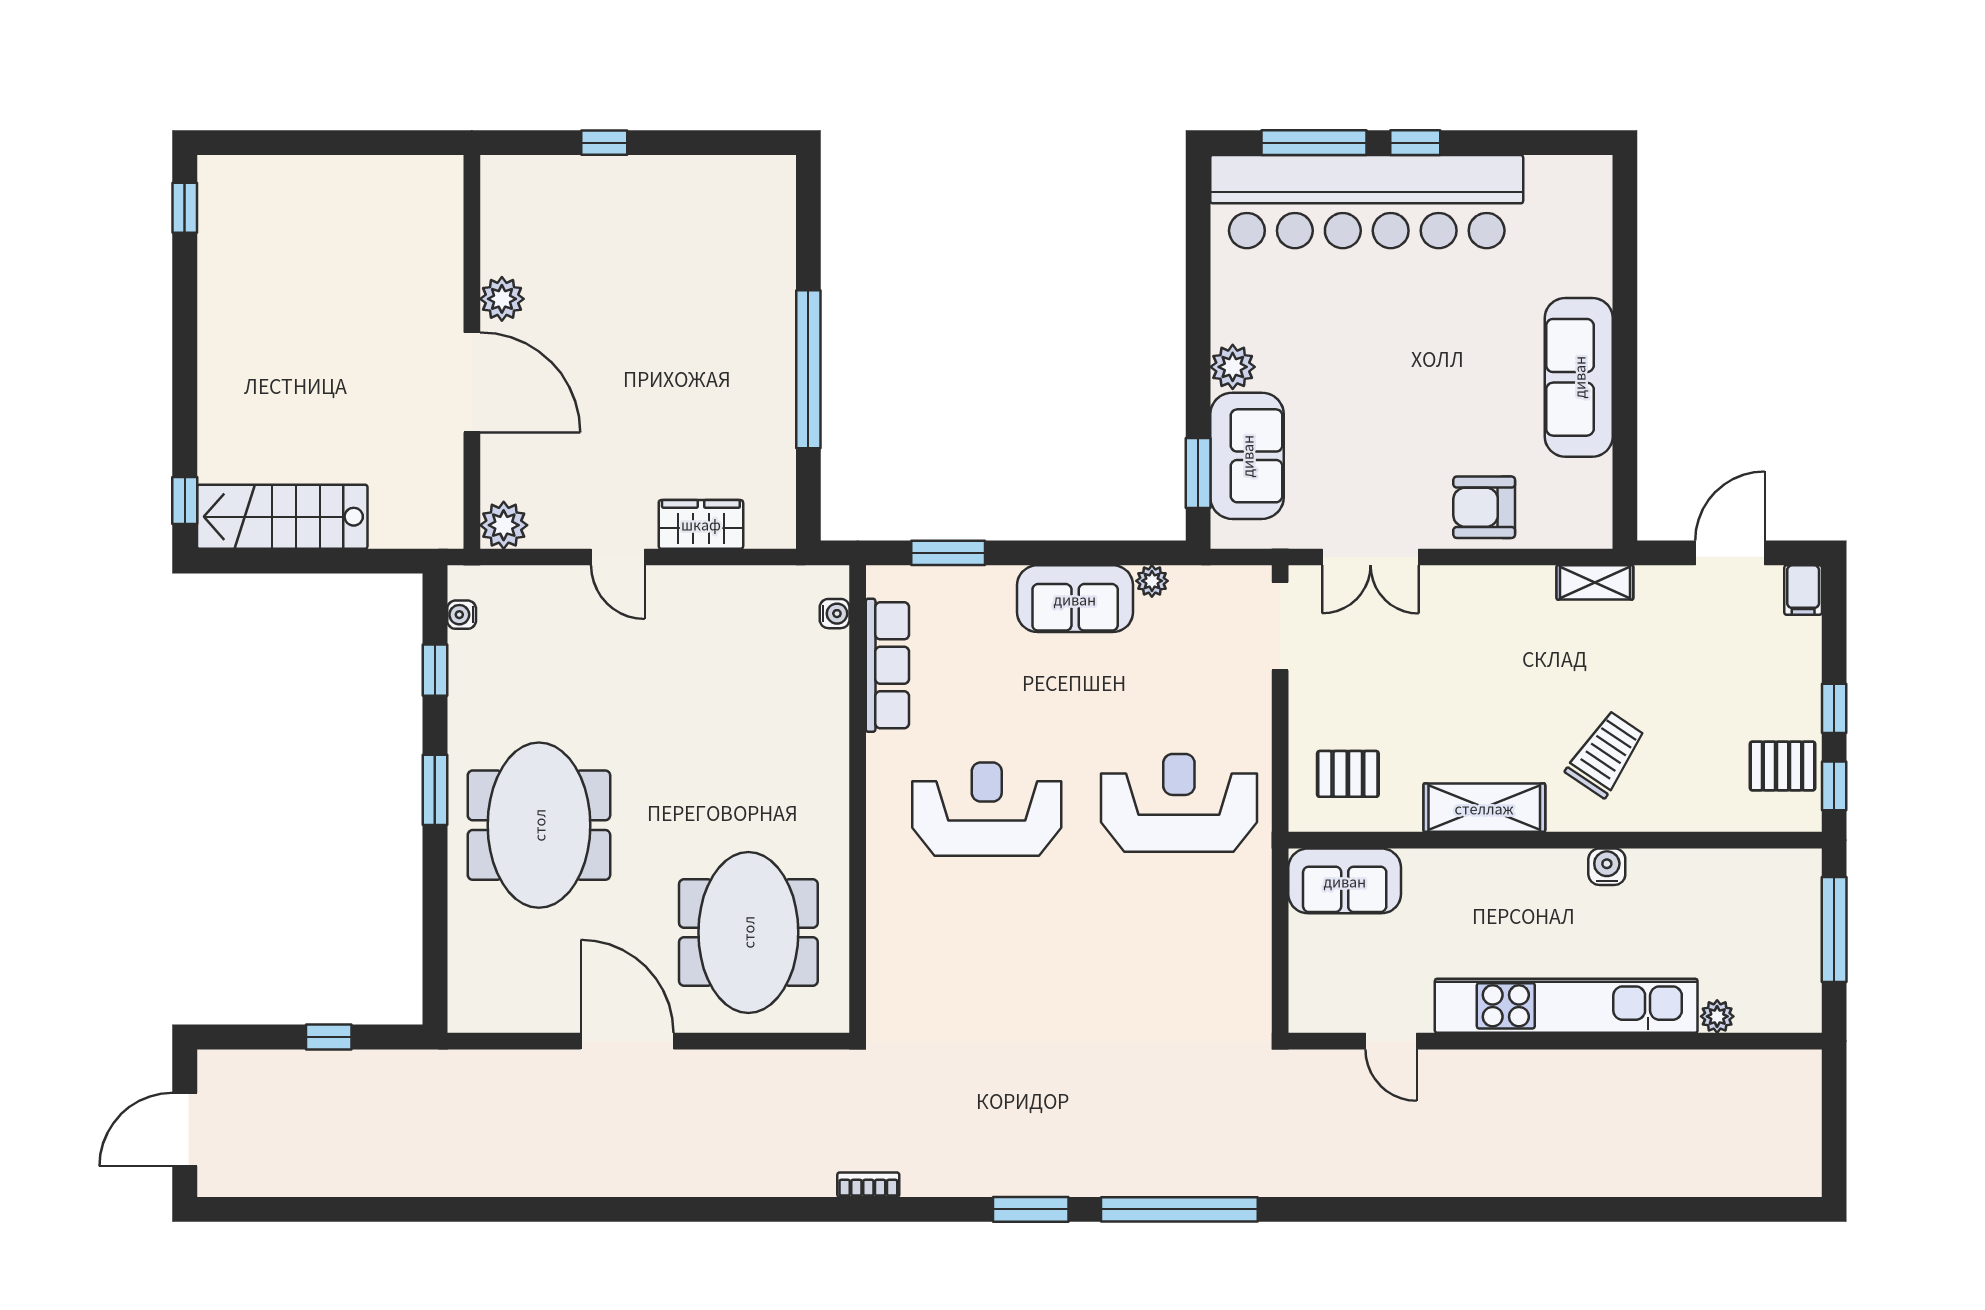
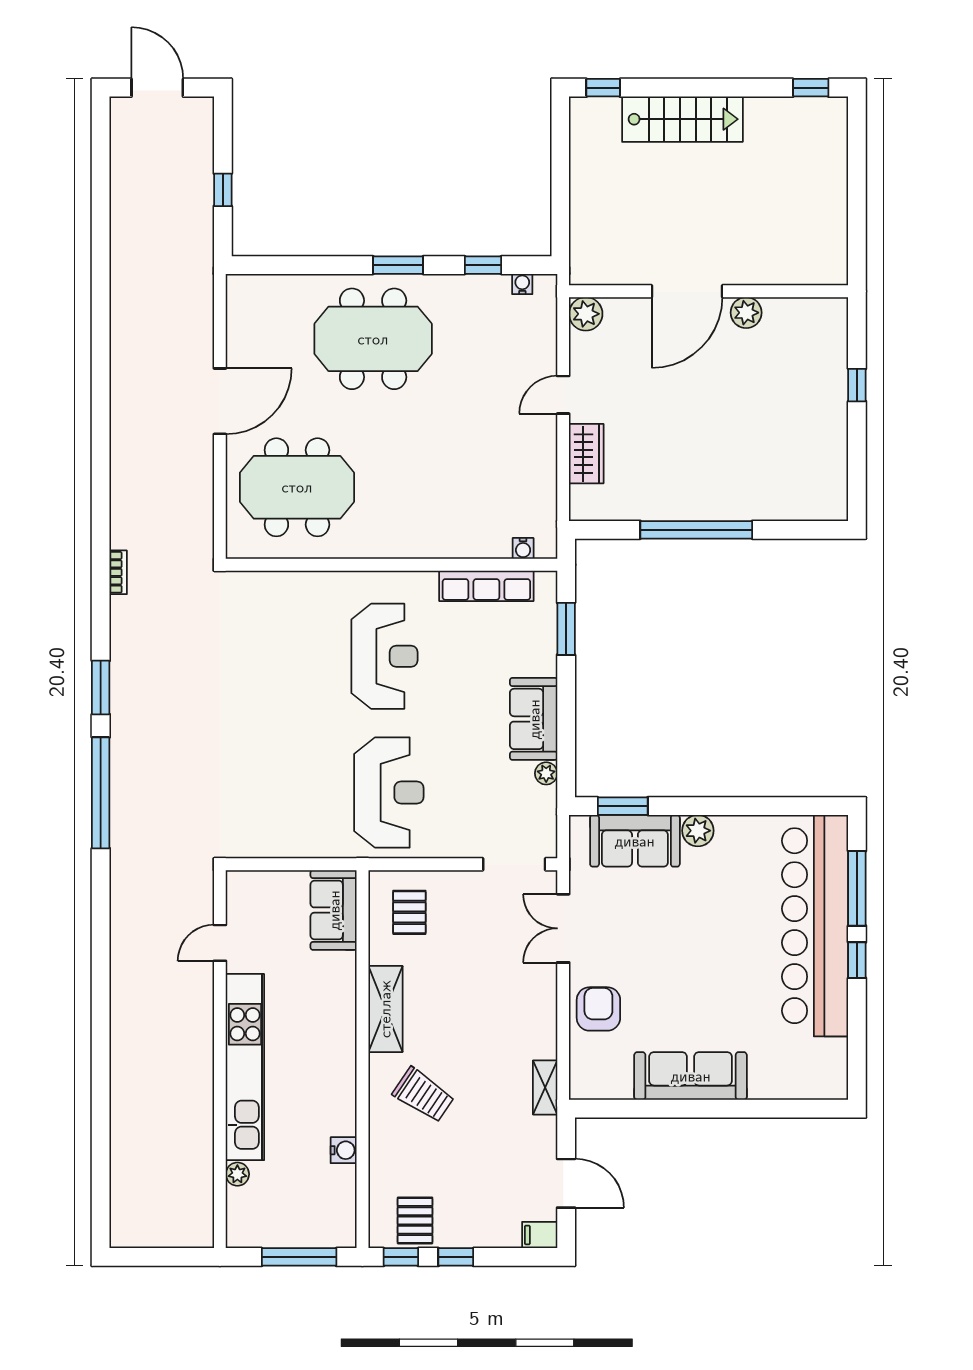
stairs: (282, 517) -> (682, 119), moved, turned 90
water cooler: (1607, 867) -> (344, 1150), moved

